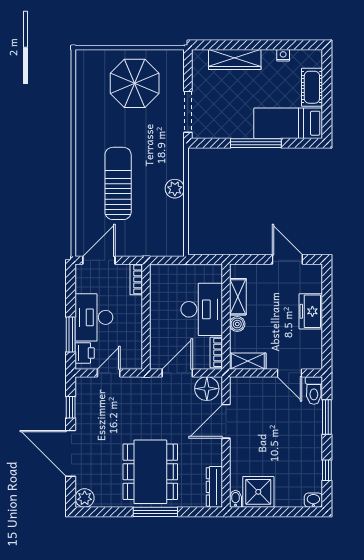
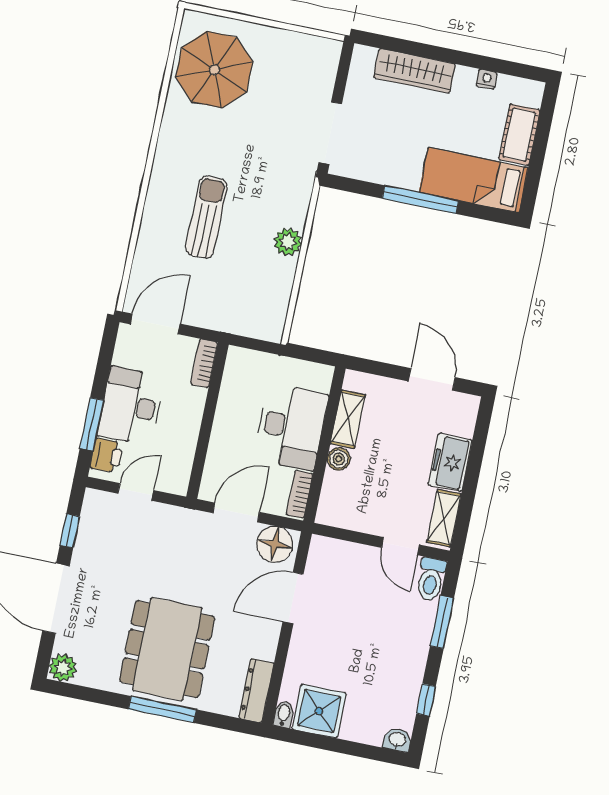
parasol: (135, 83) -> (214, 70), moved
sun lounger: (118, 183) -> (206, 217), width x0.73, depth x0.75
shelving: (248, 361) -> (444, 518), moved, turned 90

